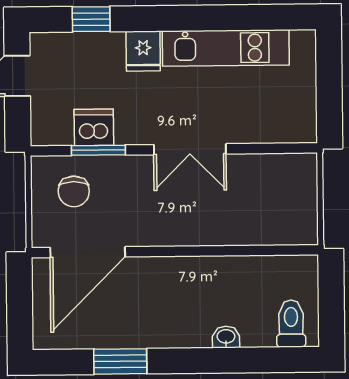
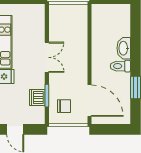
toilet: (291, 324) -> (120, 66), moved
washbasin: (226, 337) -> (124, 48), width x1.91, depth x1.45

